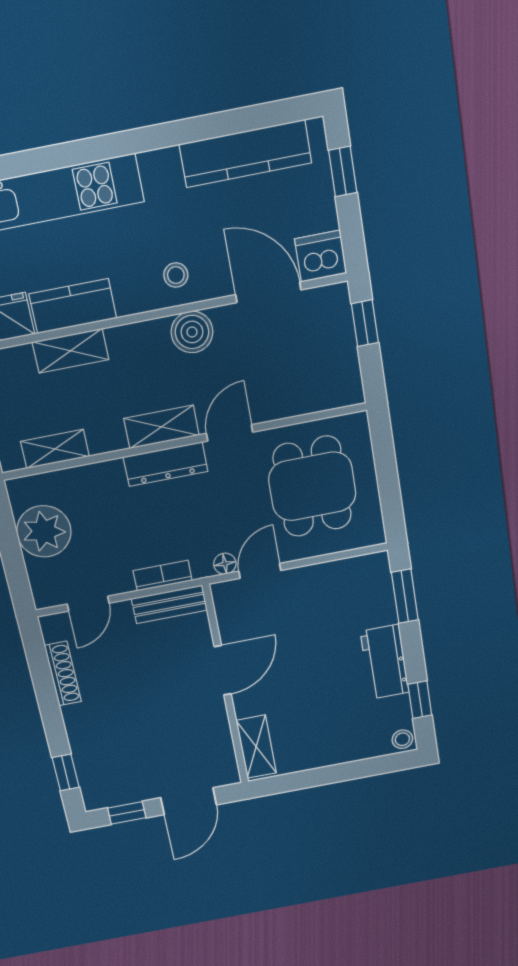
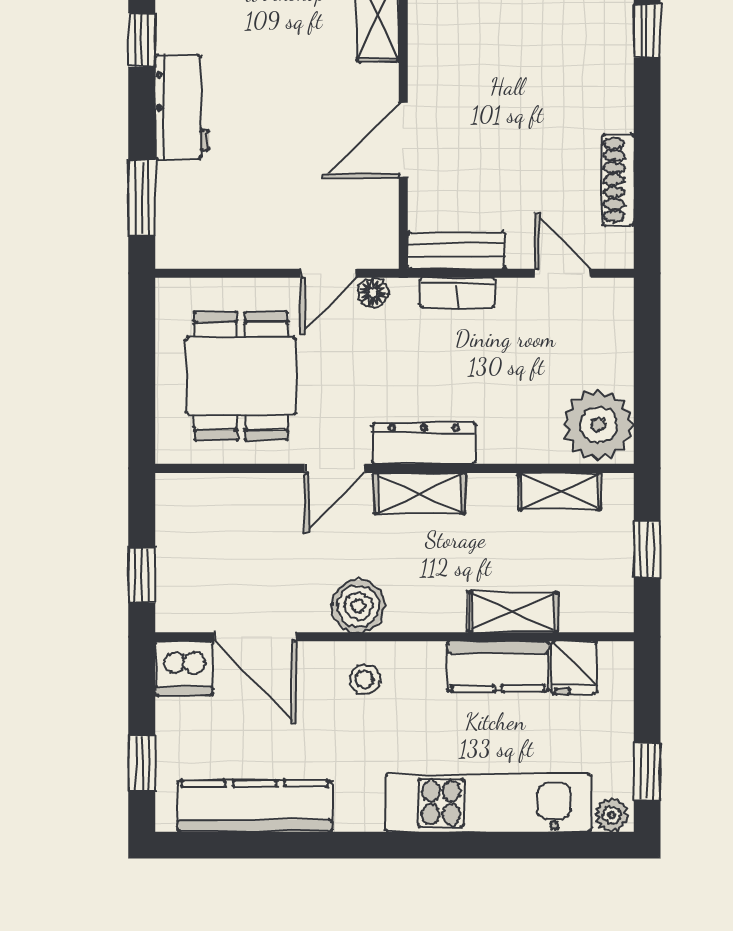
plant: (44, 531) -> (598, 425), moved
door: (88, 604) -> (563, 273), hinge flipped

